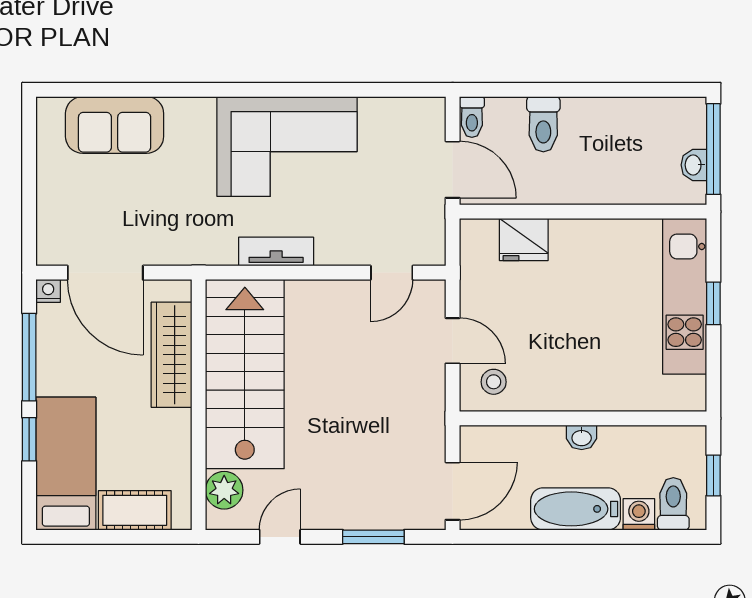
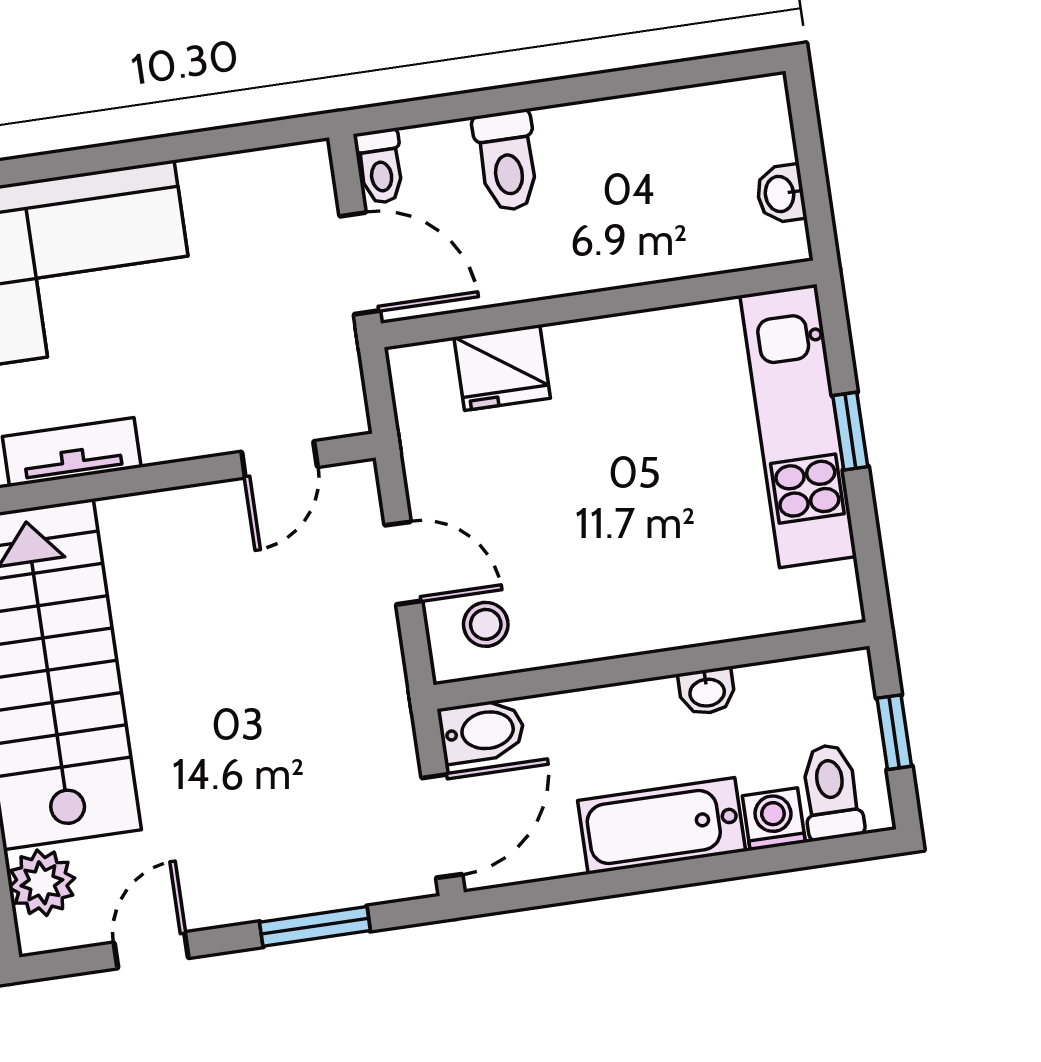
window: (713, 149) -> (811, 161), removed
washbasin: (582, 437) -> (707, 691), moved
bidet: (483, 441) -> (482, 731), added

